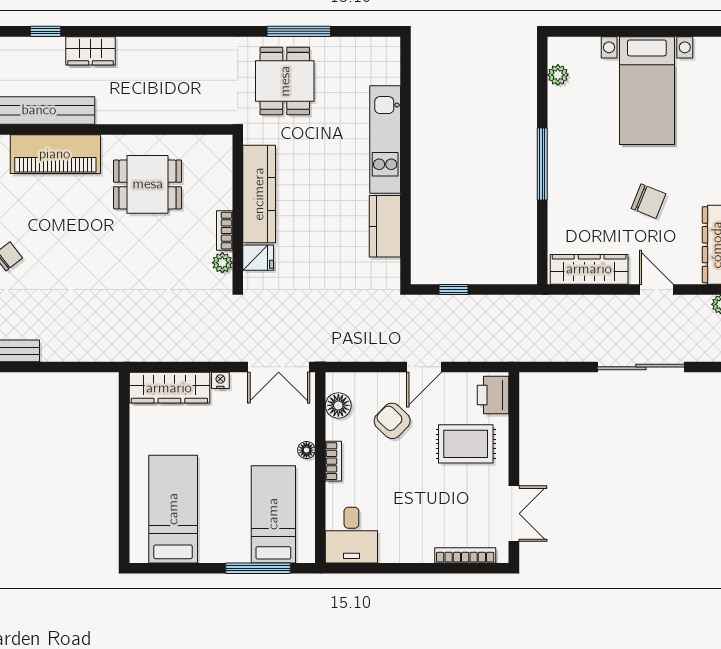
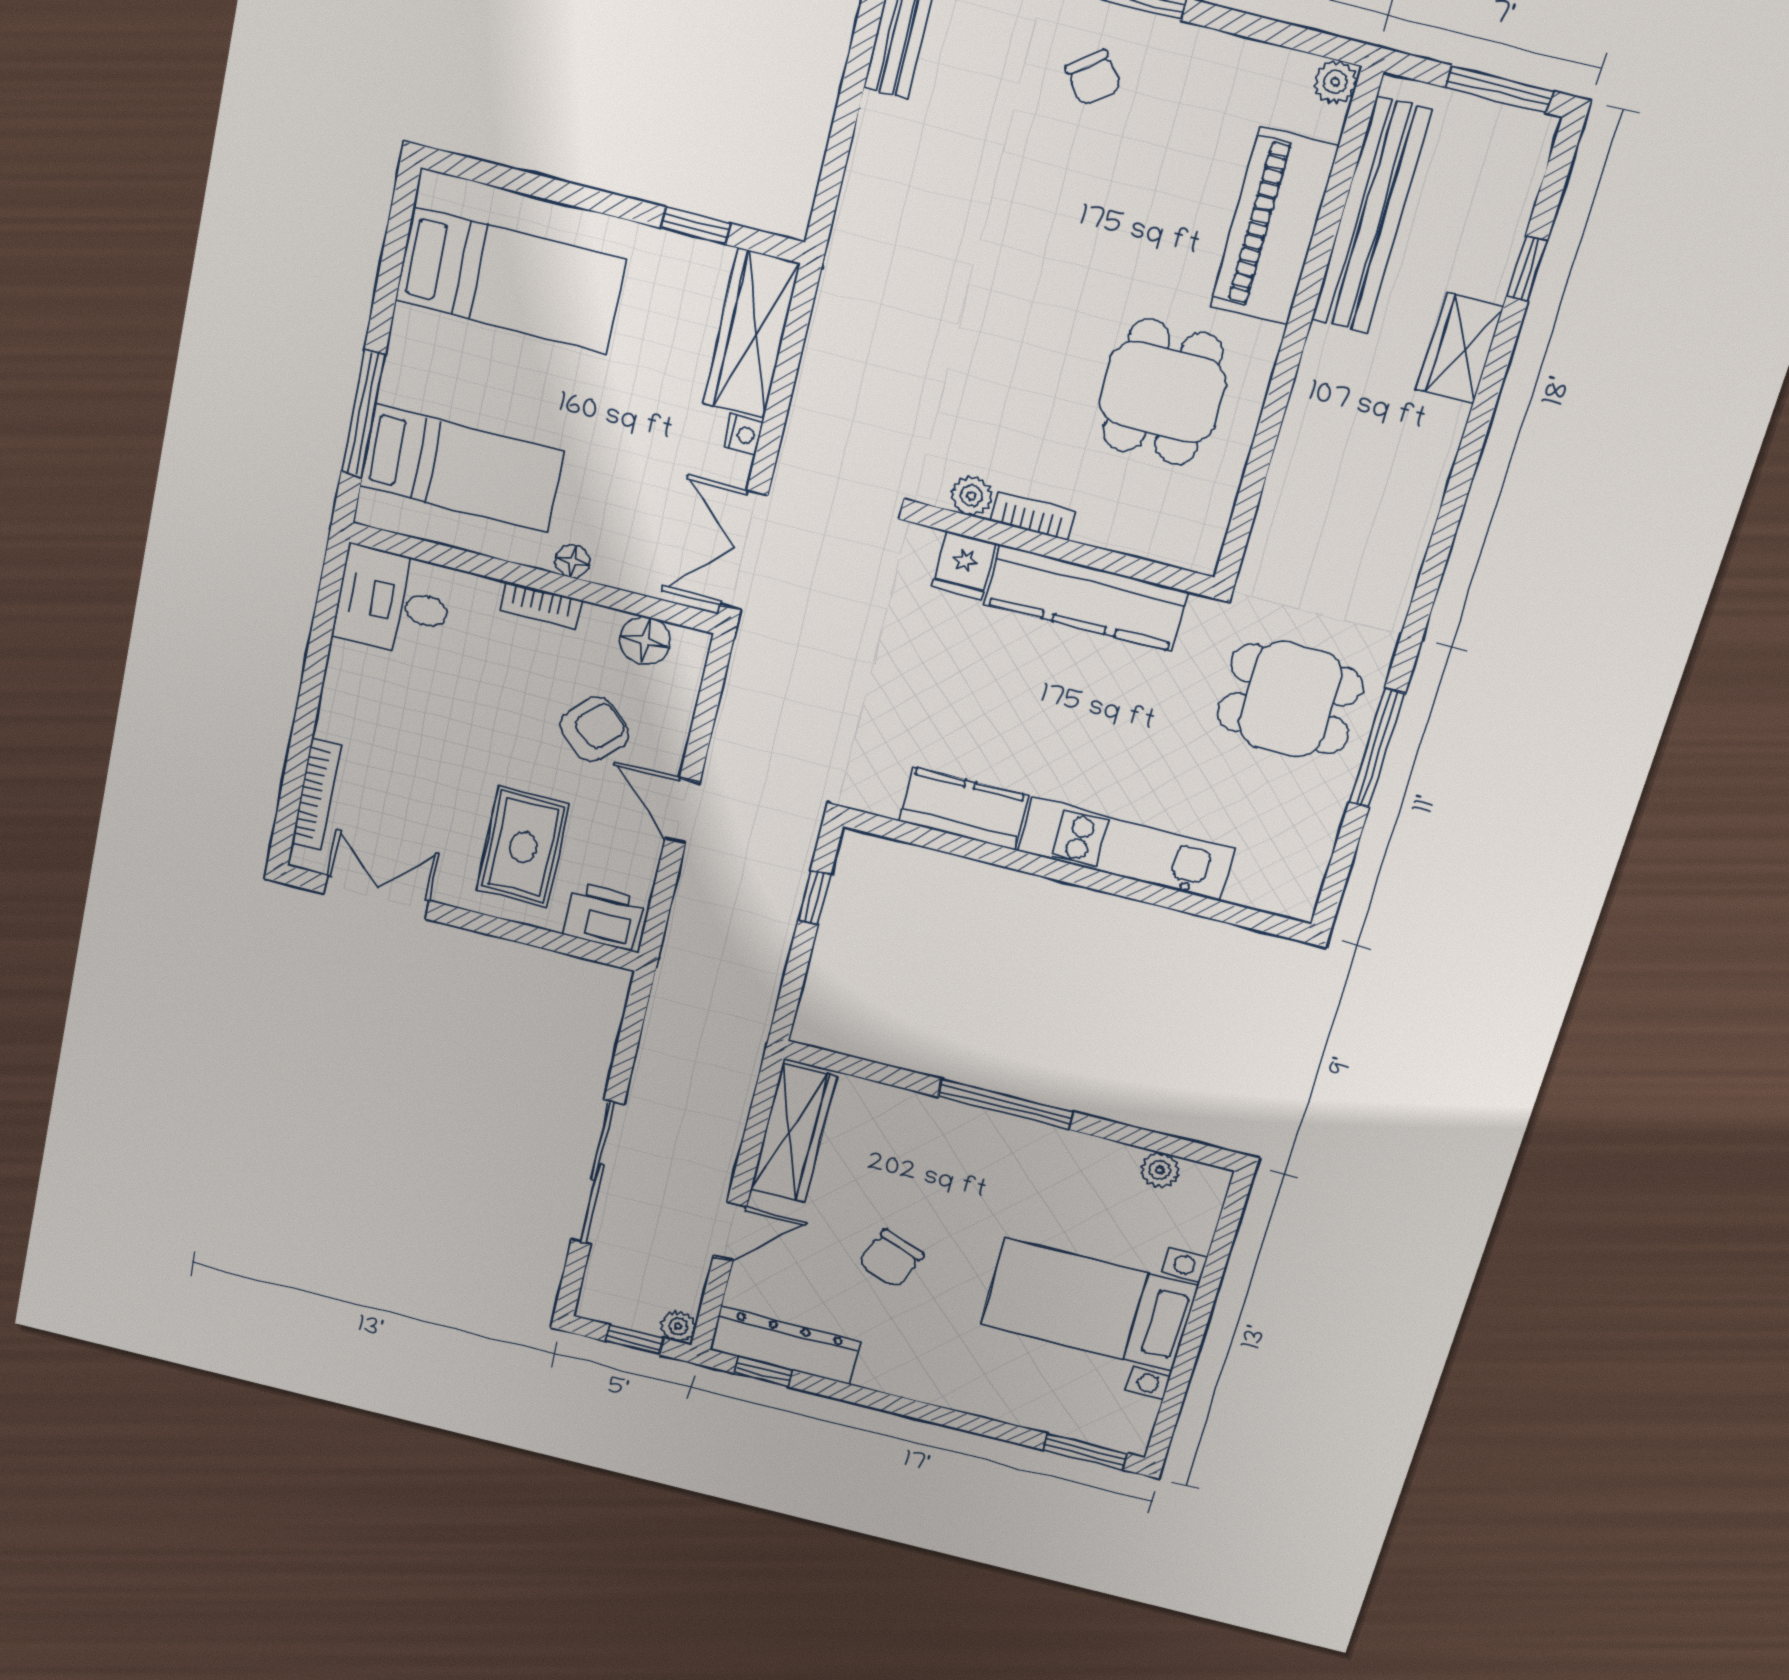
window: (124, 426) -> (696, 226), added
double door: (514, 514) -> (377, 897), swing flipped

